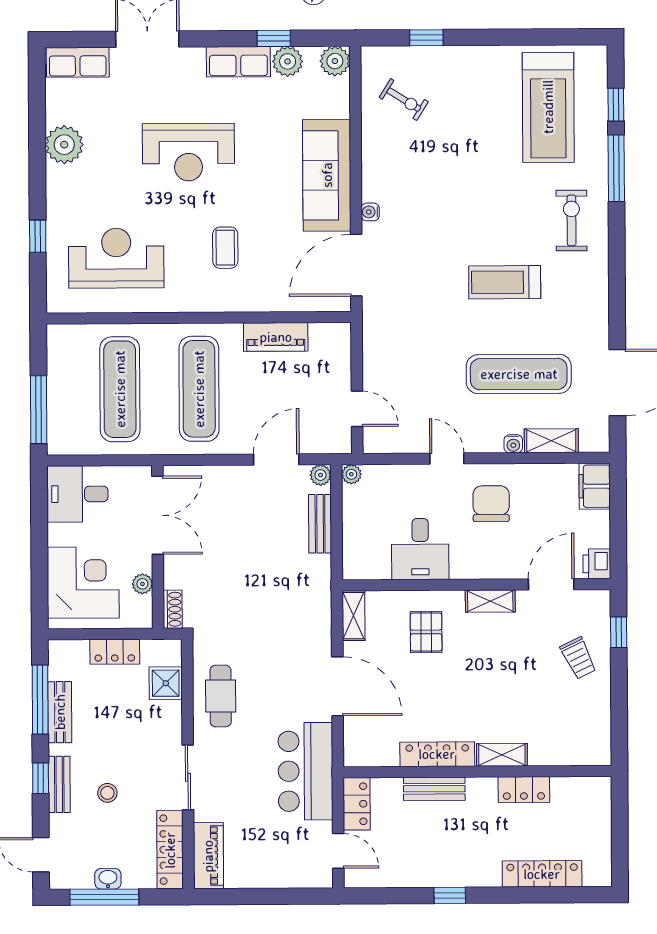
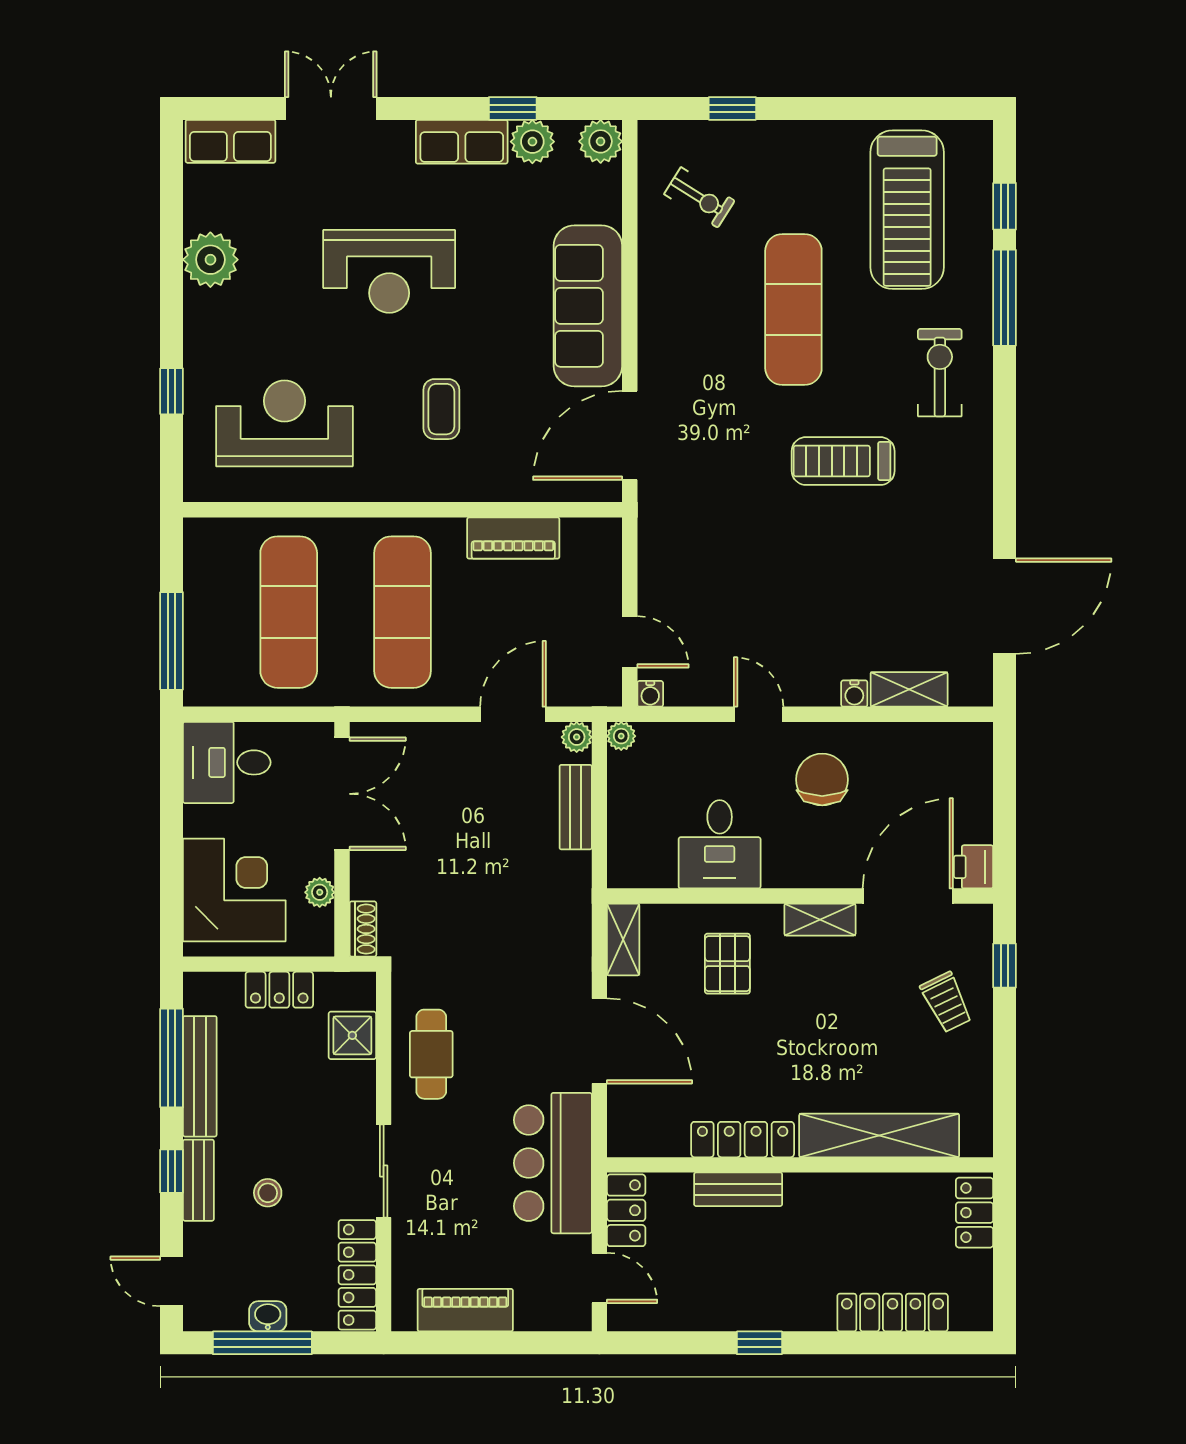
water cooler: (370, 212) -> (650, 694), moved, turned -90
exercise mat: (519, 374) -> (793, 309), moved, turned 90
filing cabinet: (595, 486) -> (971, 755), removed
door: (551, 584) -> (908, 896), width x1.36
bench: (60, 712) -> (200, 1076), width x1.36
shelving: (502, 755) -> (879, 1135), width x2.20, depth x1.33
locker: (524, 790) -> (975, 1213), moved, turned 90
piano: (208, 856) -> (465, 1310), moved, turned -90

